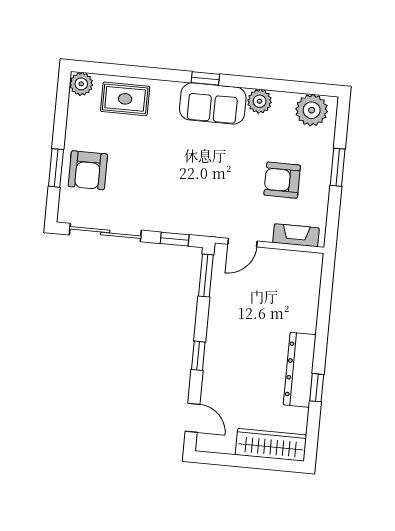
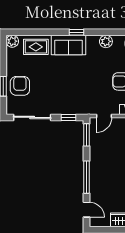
sofa: (213, 103) -> (69, 45), moved
armchair: (88, 170) -> (20, 86), turned 180
window: (198, 356) -> (87, 177), width x2.17

